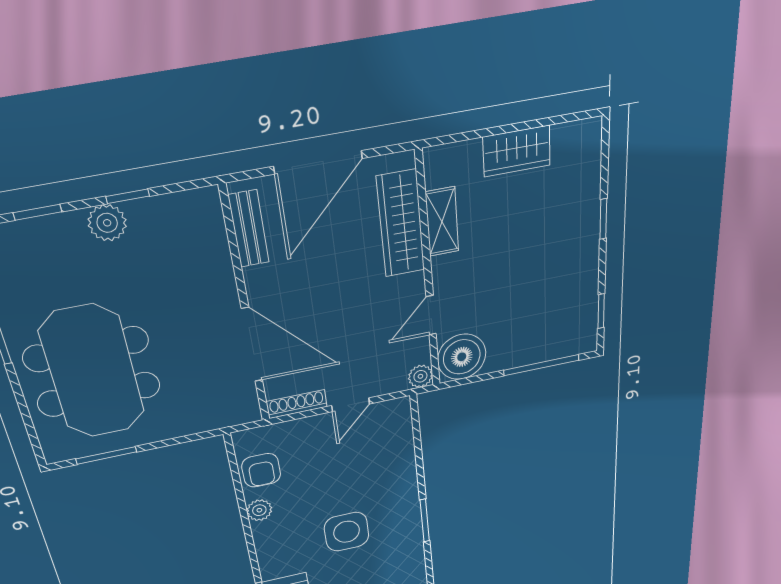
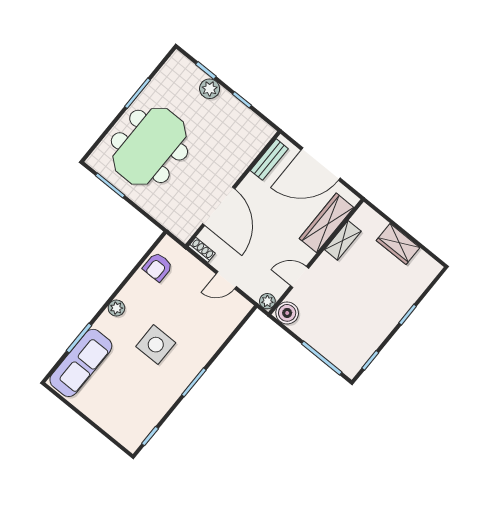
plant: (107, 223) -> (210, 89), moved
boiler: (462, 357) -> (287, 313), width x0.73, depth x0.73
shoe rack: (297, 404) -> (202, 250), width x0.70
plant: (259, 510) -> (116, 308), moved

